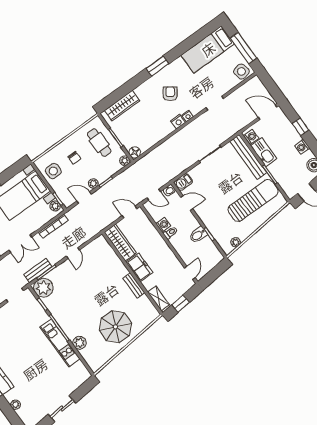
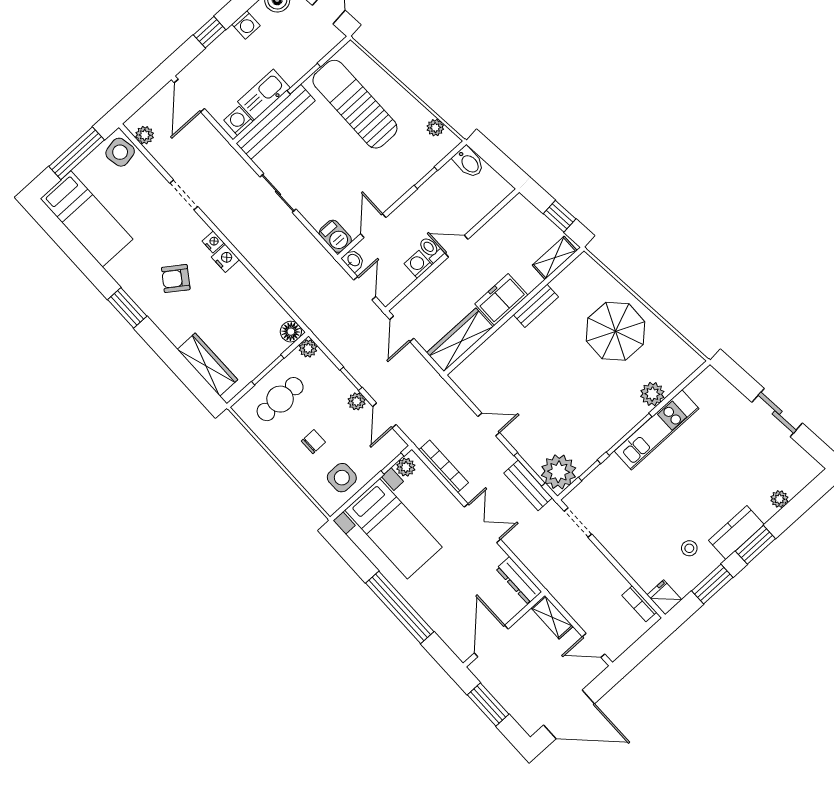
plant: (249, 86) -> (145, 135), added
bidet: (198, 235) -> (469, 162), moved
door: (190, 273) -> (456, 246), moved

